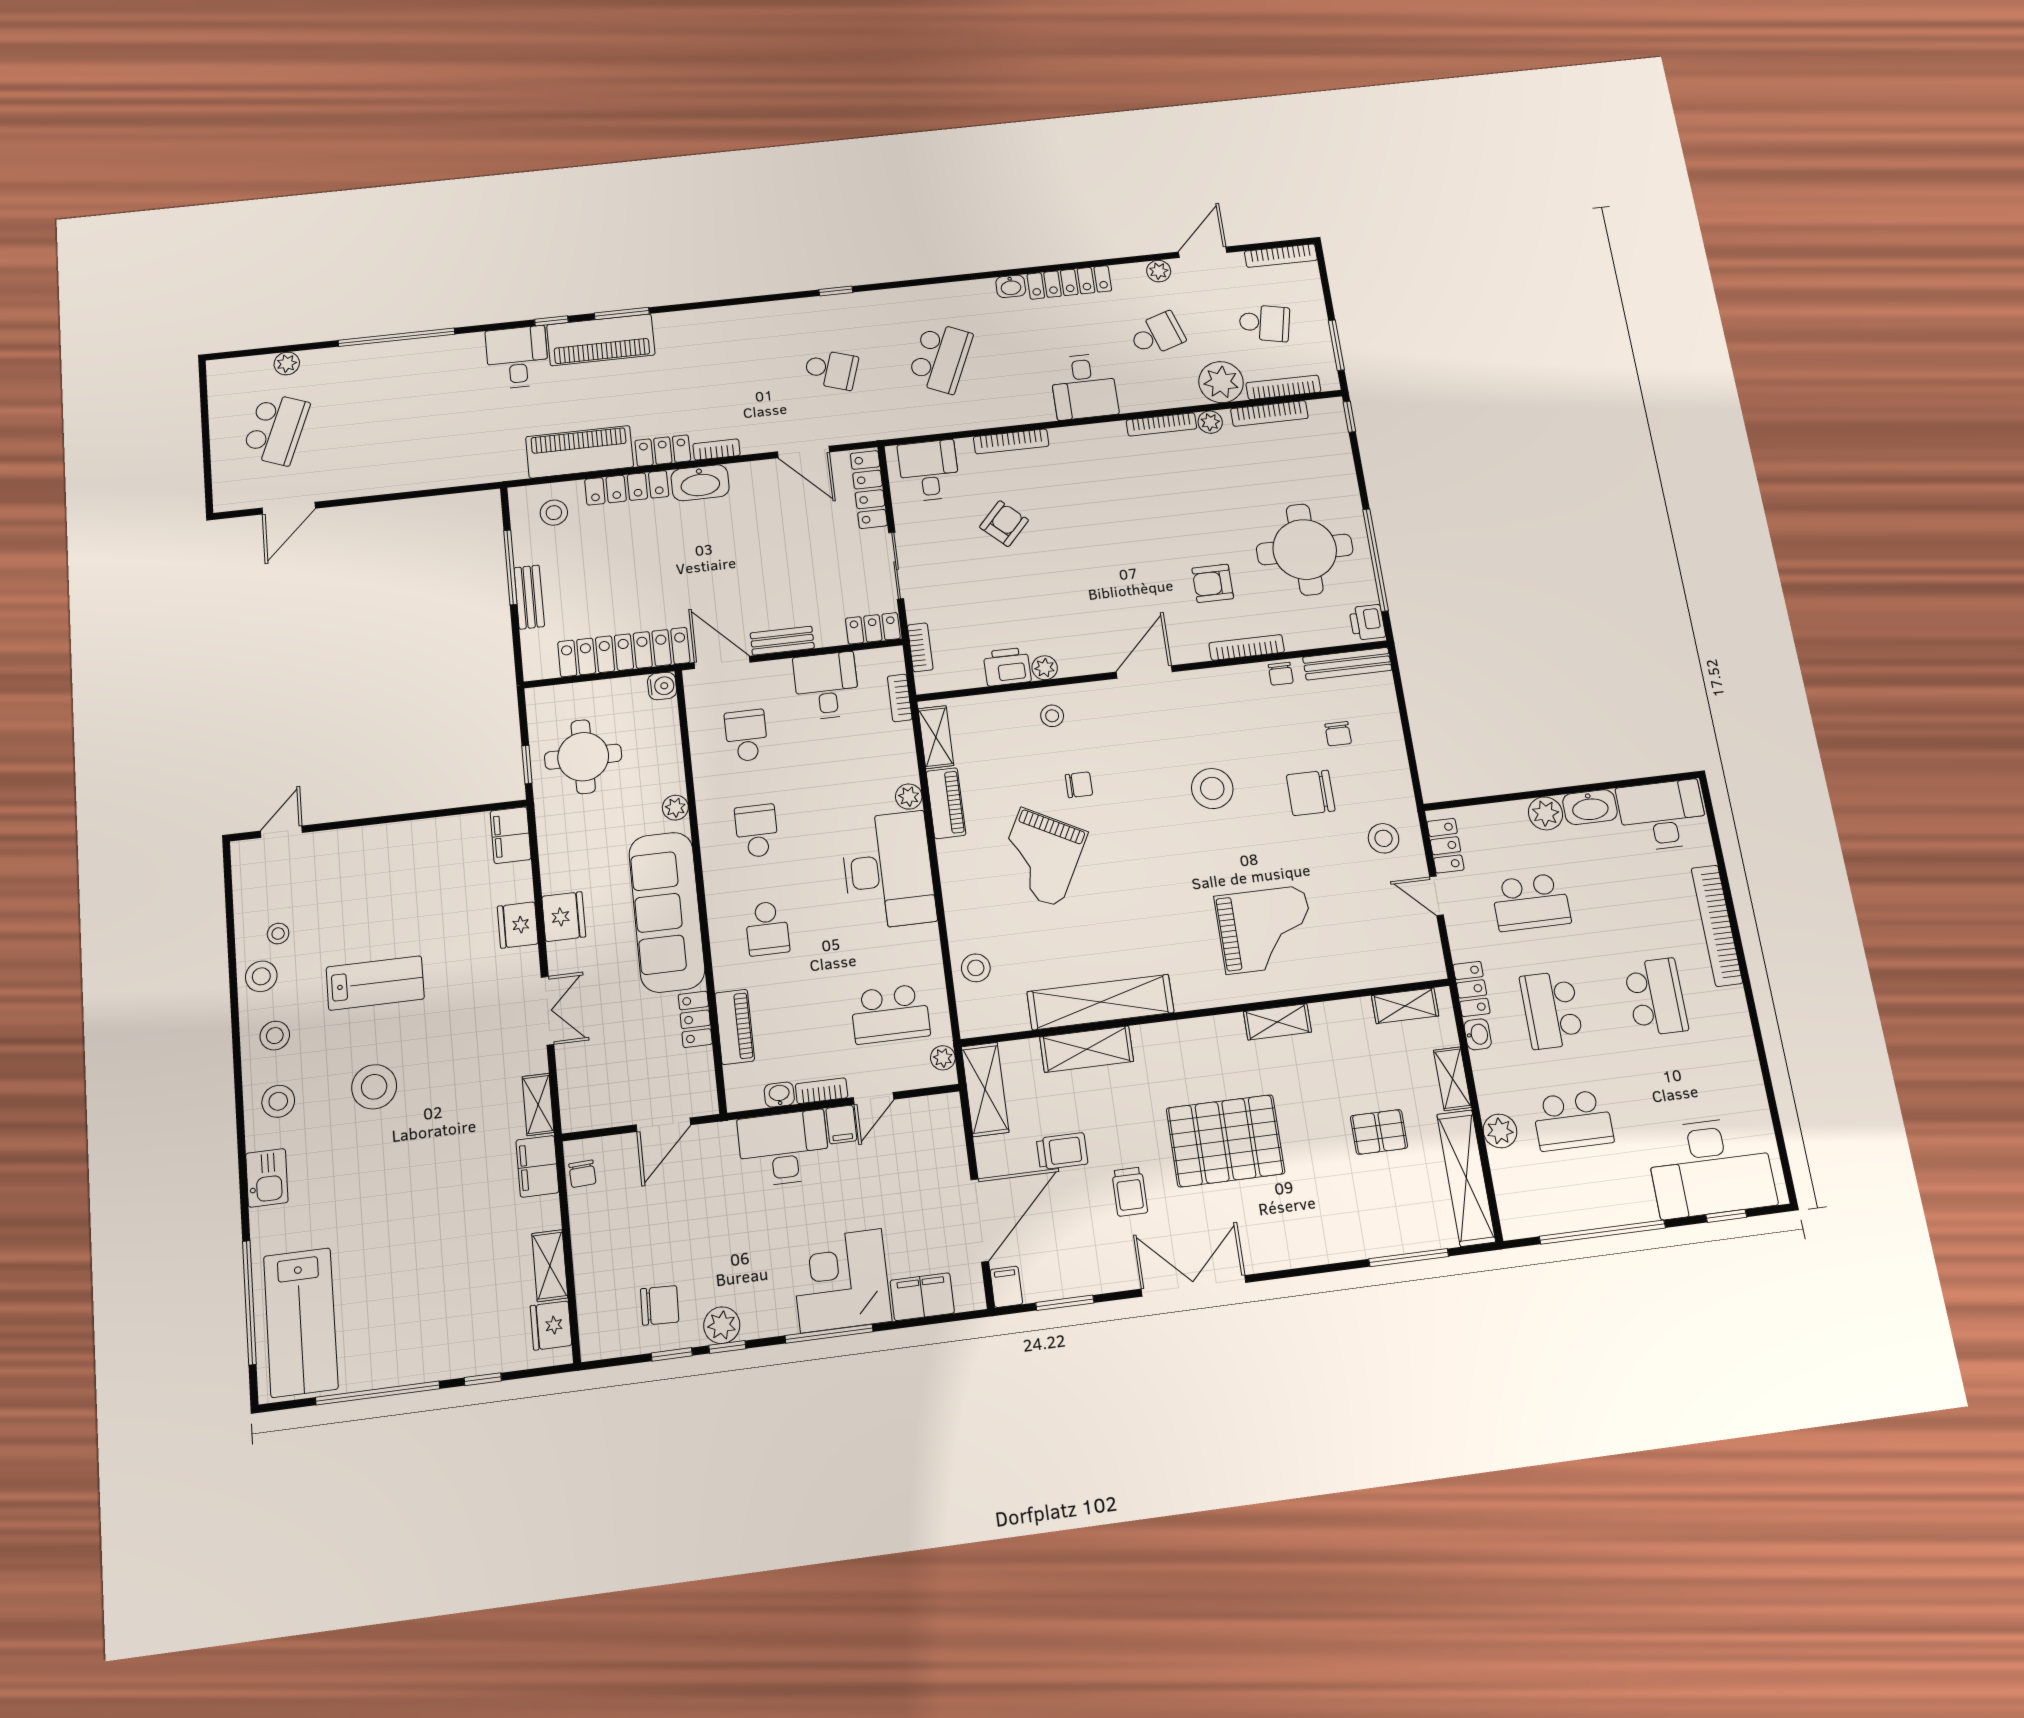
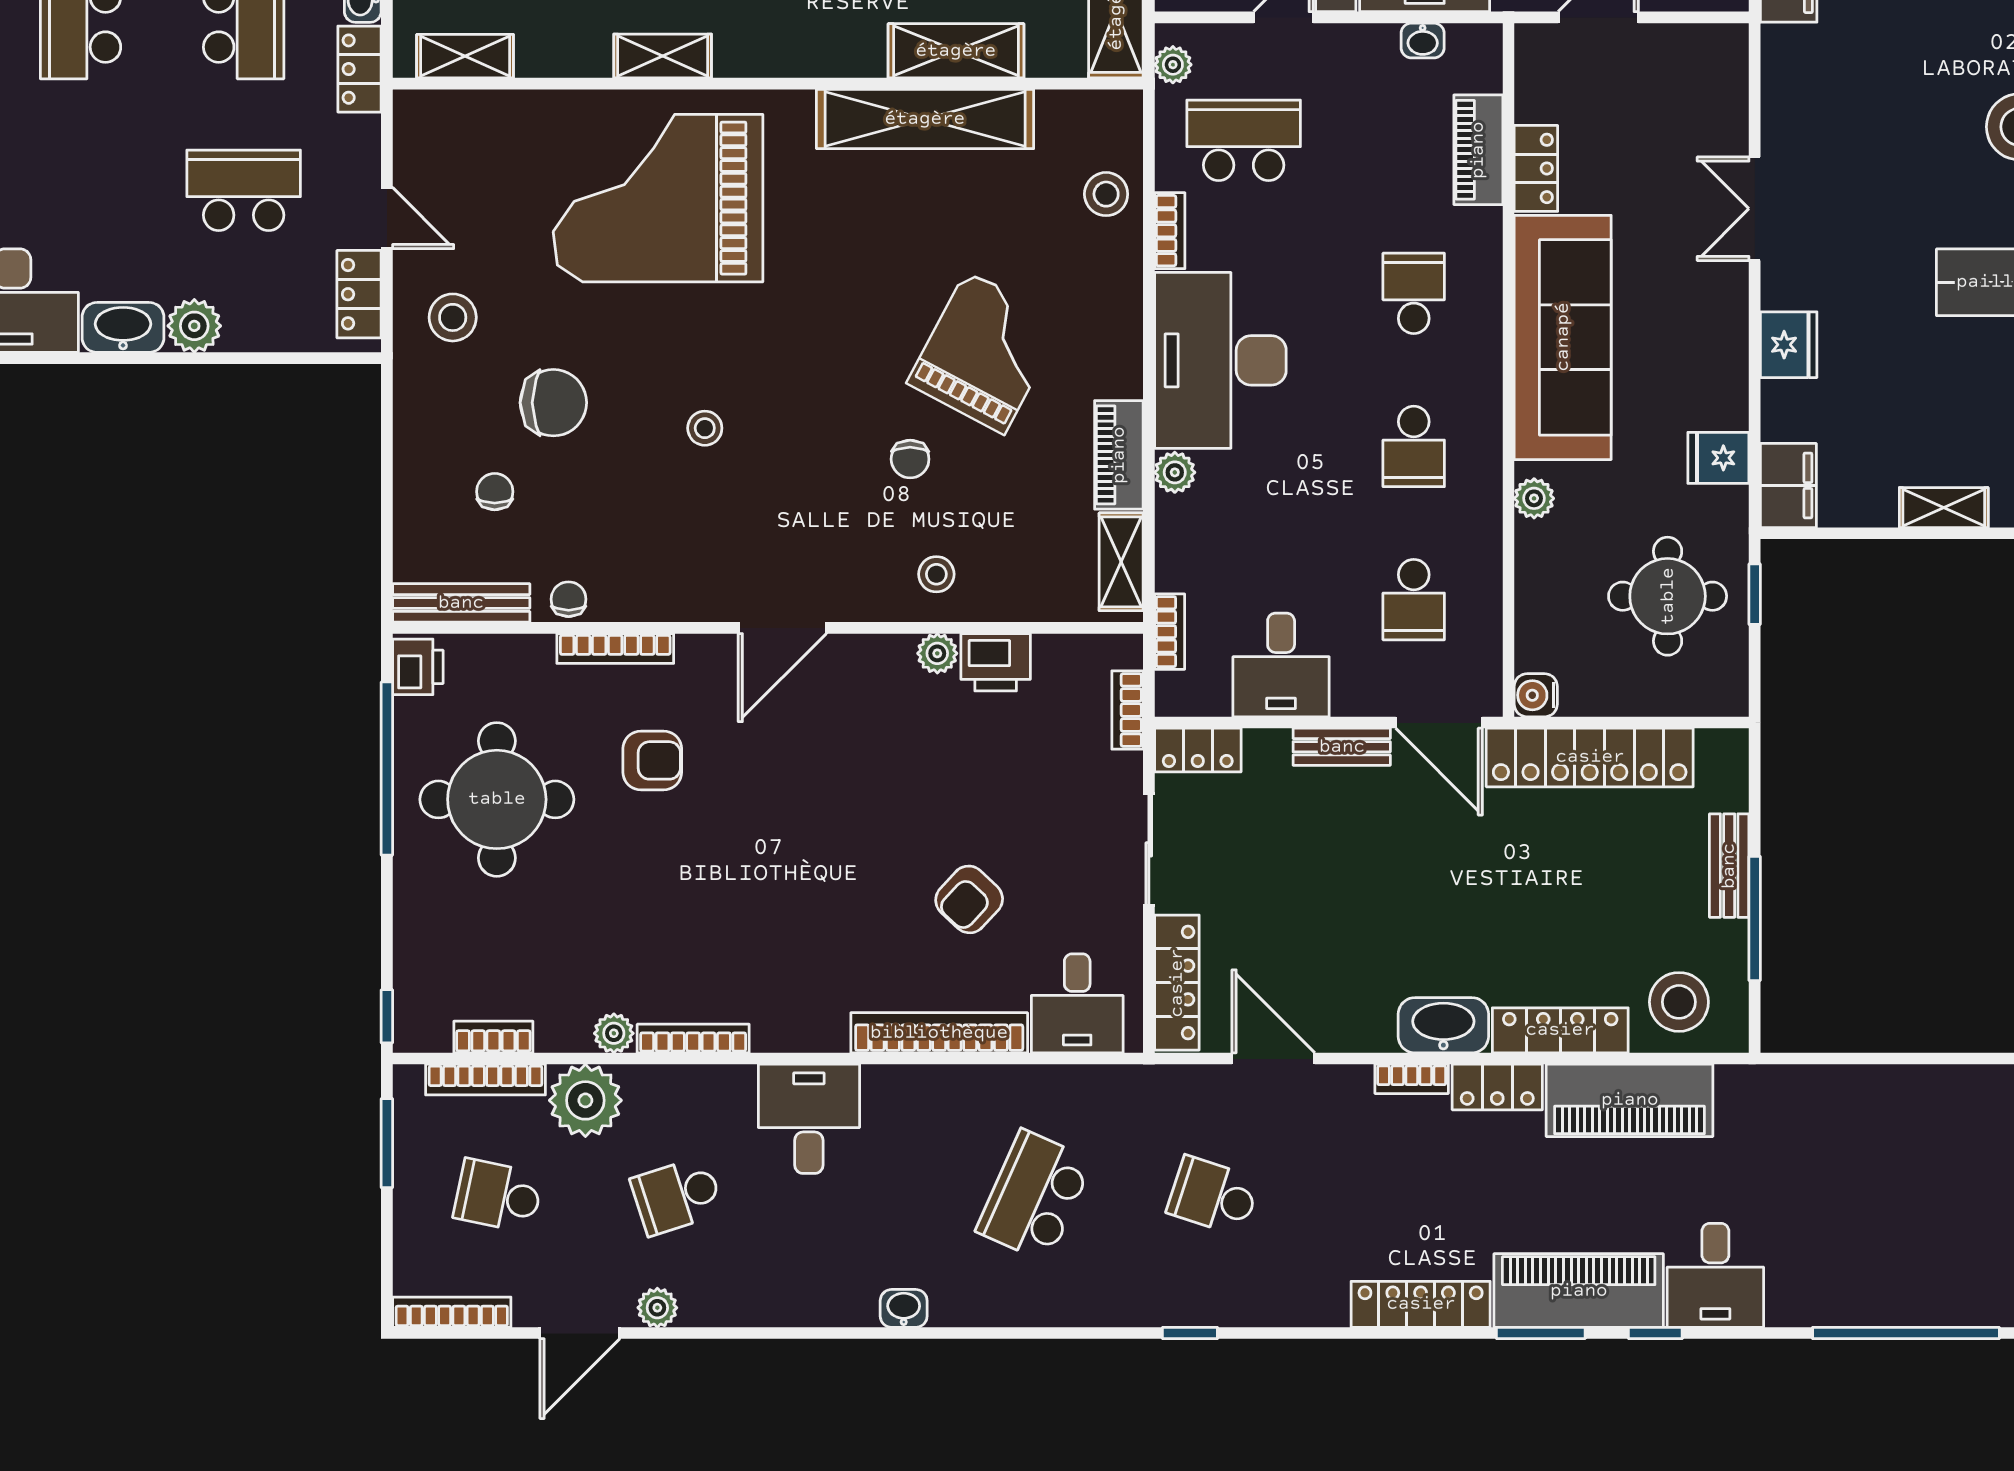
locker: (1069, 282) -> (1421, 1304), moved
bookcase: (1269, 413) -> (493, 1037), width x0.64
bookcase: (1011, 441) -> (939, 1033), width x1.48, depth x1.31
stool: (554, 513) -> (1679, 1002), width x1.38, depth x1.38
chair: (1079, 785) -> (910, 459), turned -90
stool: (1212, 788) -> (705, 428), width x0.53, depth x0.53
fridge: (564, 917) -> (1718, 458), moved, width x0.72
grand piano: (1265, 930) -> (658, 198), width x1.37, depth x1.48
bookcase: (822, 1091) -> (1170, 231), moved, turned -90
shelving: (538, 1104) -> (1944, 508), moved, turned 90

